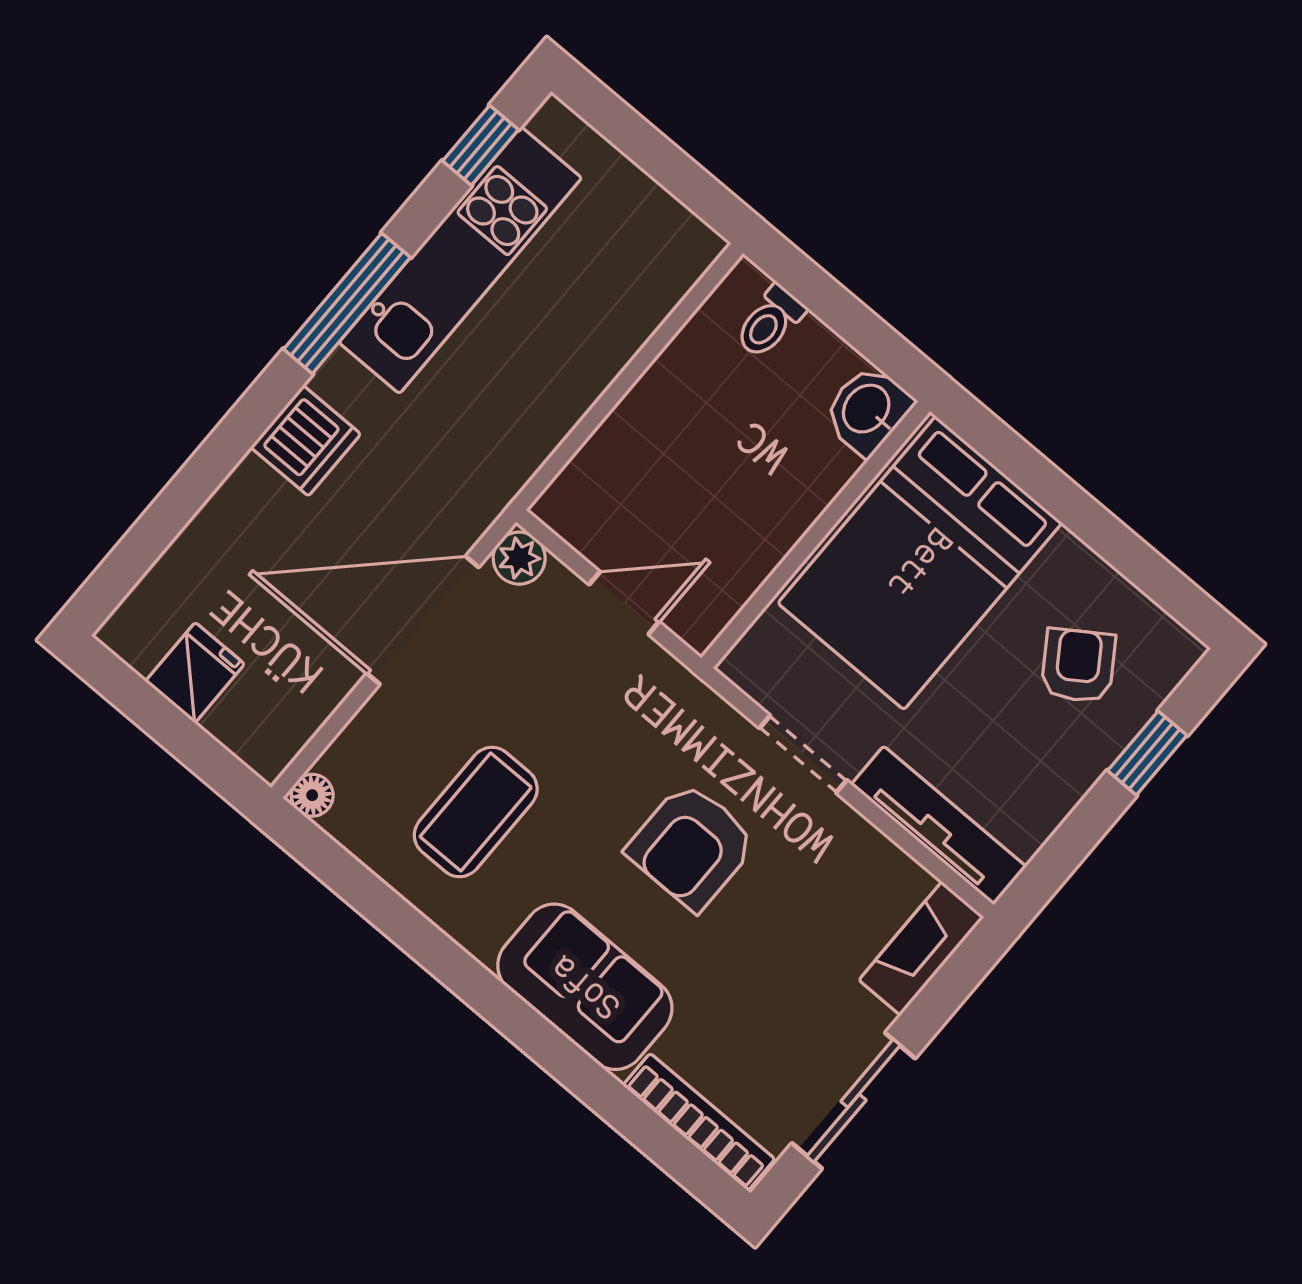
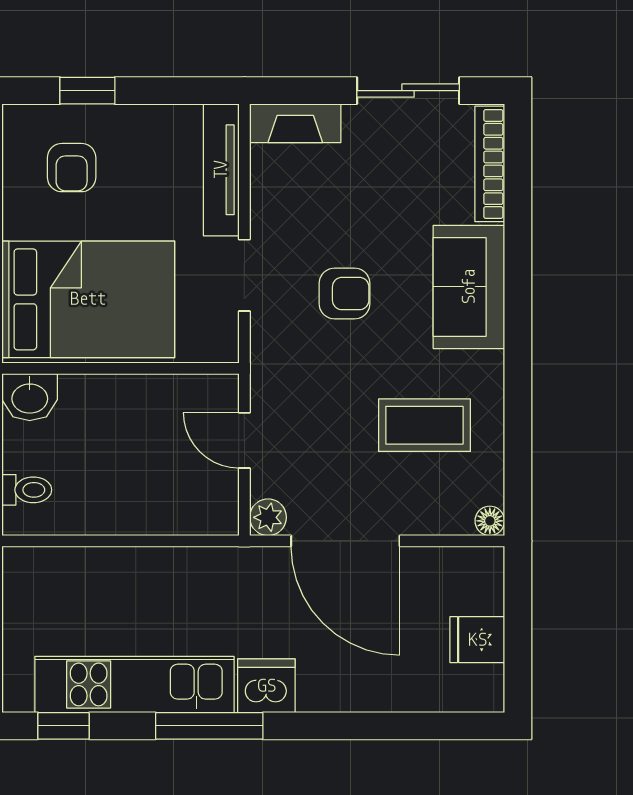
dishwasher: (306, 441) -> (266, 686), moved
armchair: (1078, 666) -> (72, 168), turned -56
armchair: (692, 846) -> (345, 294), width x0.72, depth x0.72

